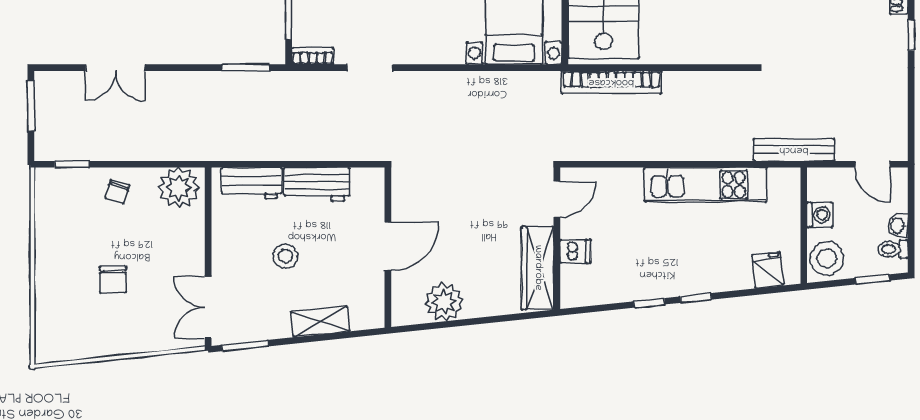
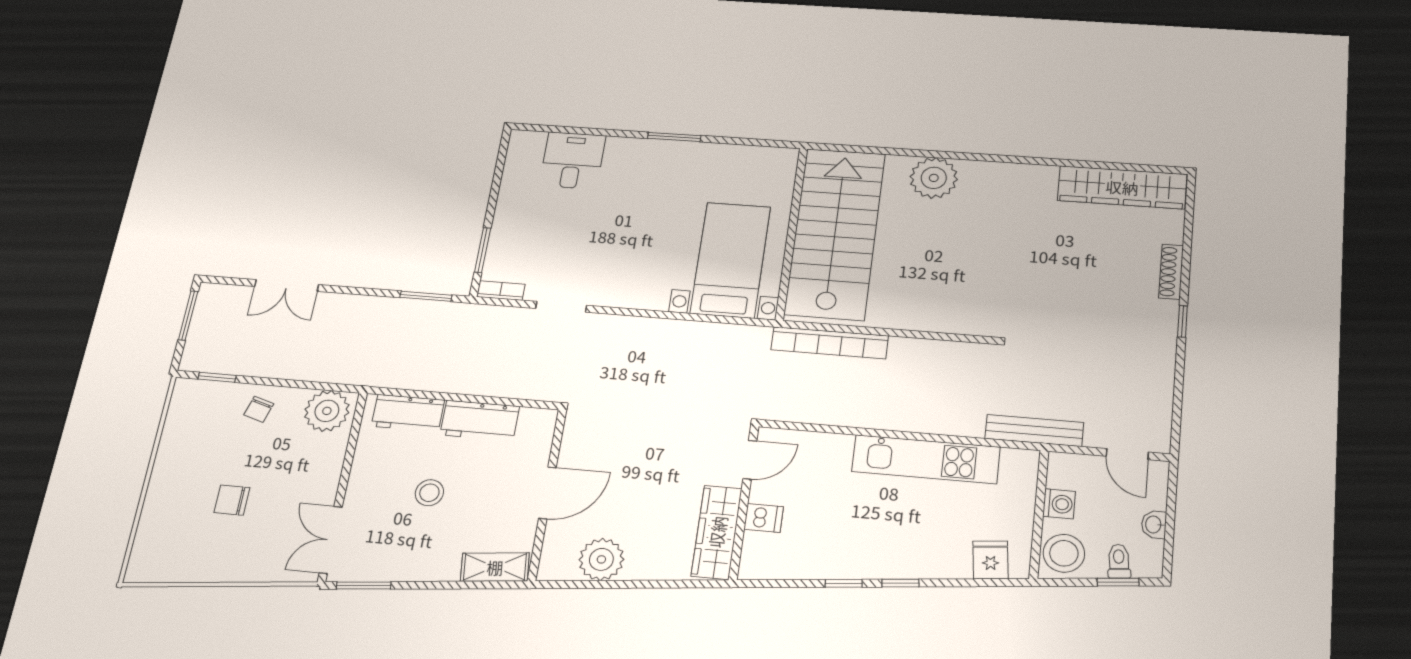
toilet: (893, 249) -> (1119, 561), moved, turned 84
chair: (113, 279) -> (232, 500), turned 90
shelving: (320, 321) -> (495, 567), moved

